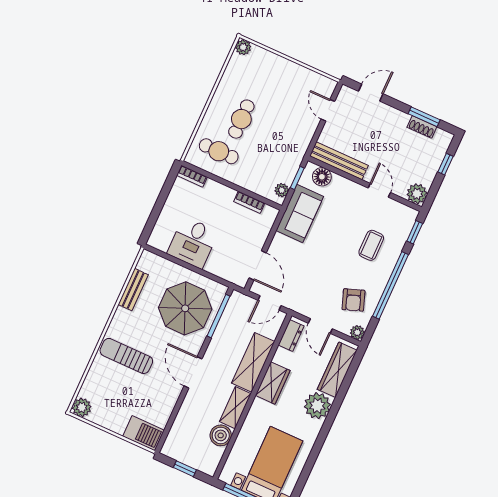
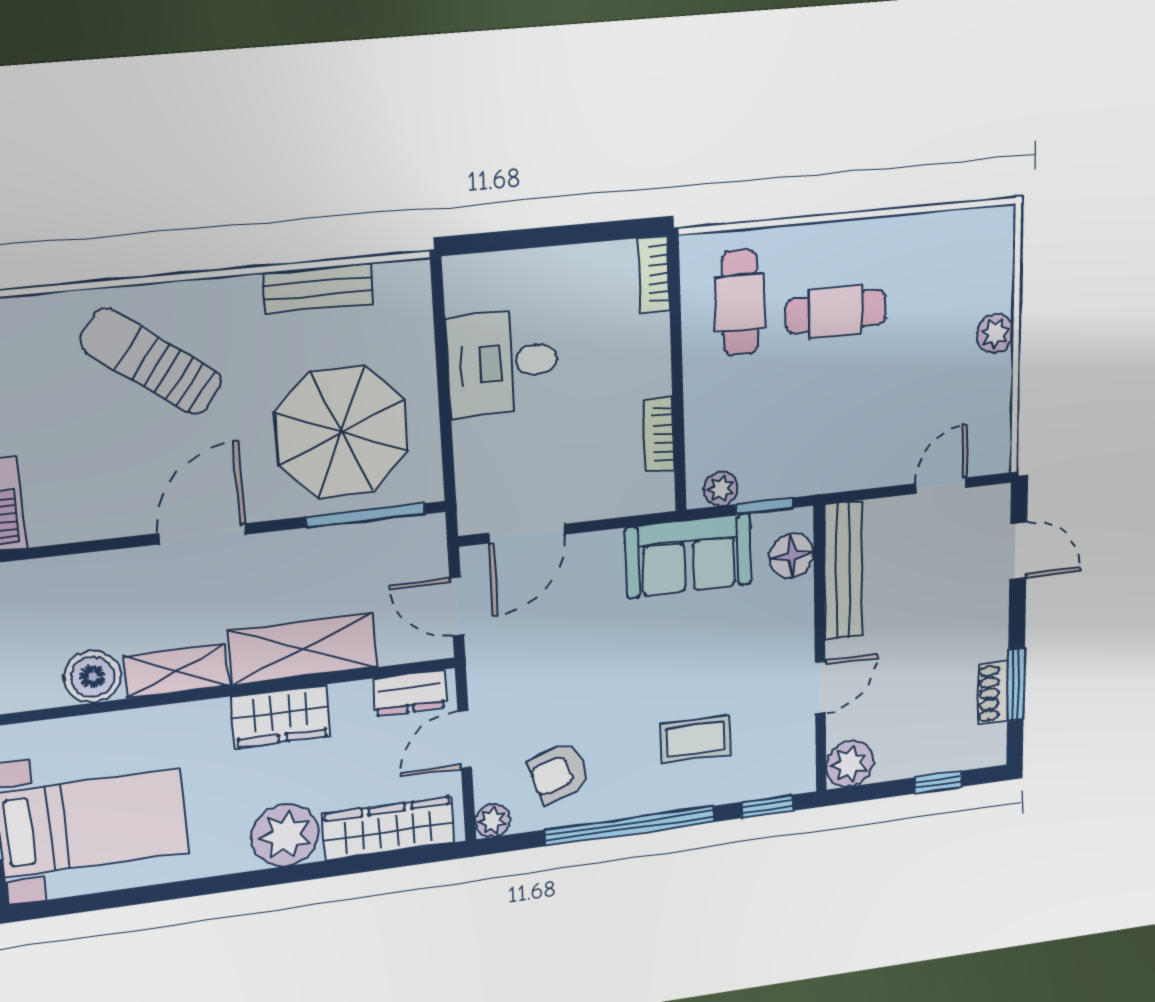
plant: (243, 47) -> (995, 334), moved
sun lounger: (126, 356) -> (151, 362), turned -53

